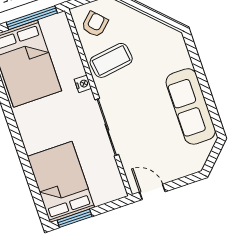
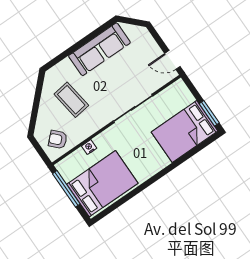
coffee table: (111, 60) -> (71, 100), moved
nightstand: (83, 84) -> (89, 147), moved
door: (152, 192) -> (172, 60), hinge flipped

